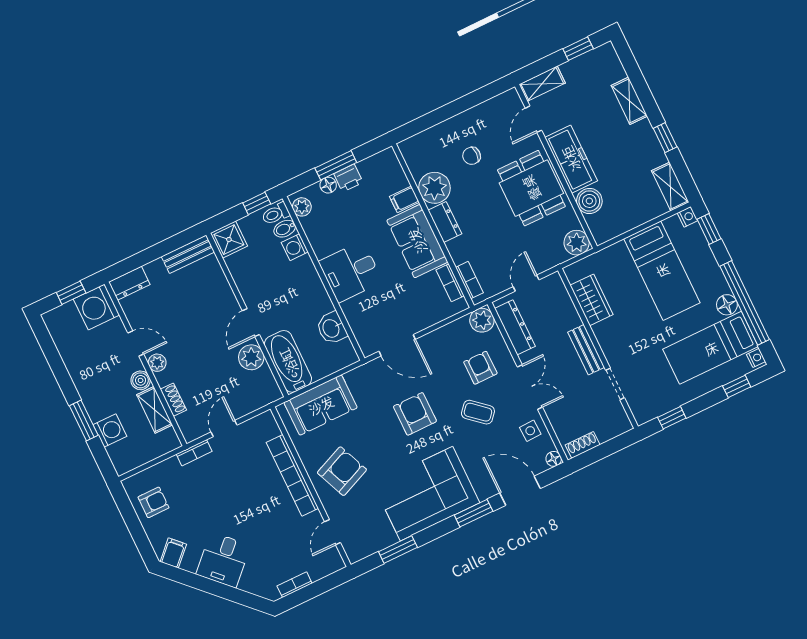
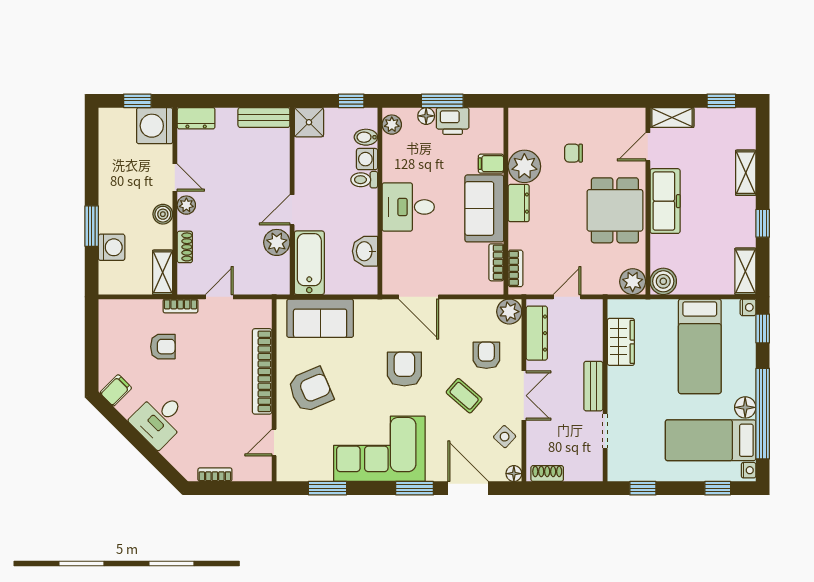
printer: (348, 178) -> (453, 121), width x1.36, depth x1.24
boiler: (589, 201) -> (663, 281), moved
toilet: (276, 214) -> (364, 180), moved
shelving: (155, 410) -> (163, 272), moved
side table: (530, 431) -> (505, 437), turned 45
armchair: (154, 502) -> (163, 347), moved

